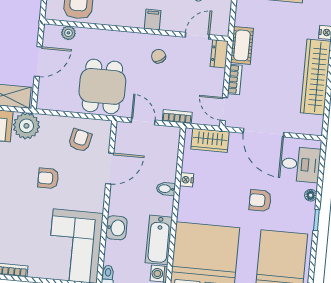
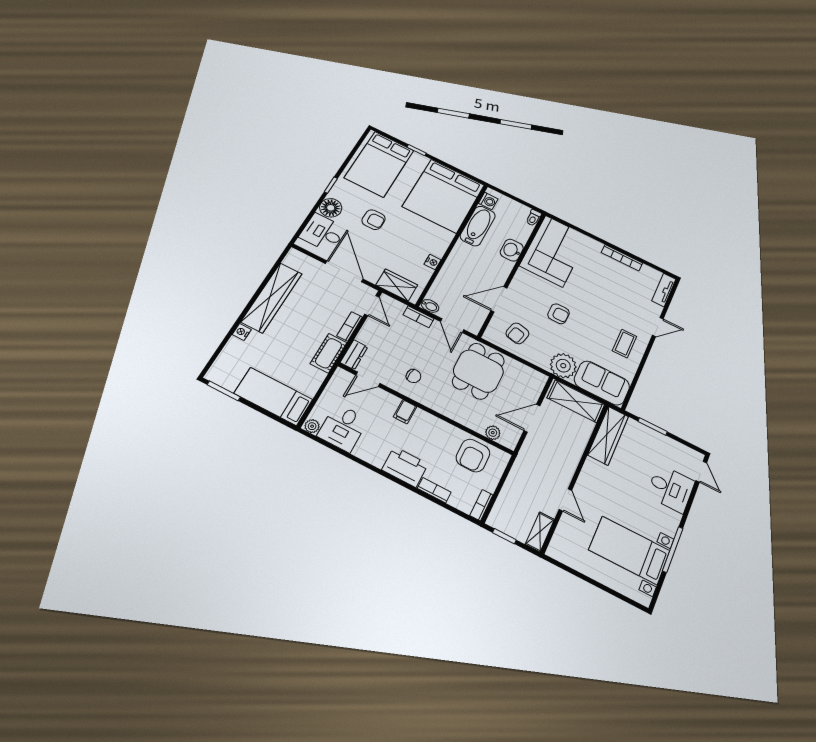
chair: (159, 56) -> (414, 376), turned -52
bidet: (166, 189) -> (430, 306), moved
floor lamp: (311, 195) -> (331, 208), width x1.89, depth x1.89

